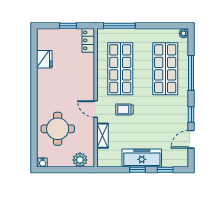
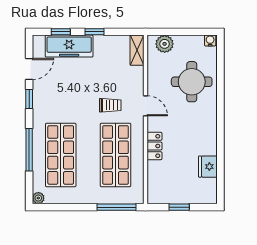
locker: (88, 40) -> (154, 146), moved
shelving: (103, 136) -> (137, 50), moved
freezer: (142, 158) -> (69, 46), moved

